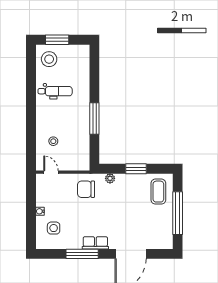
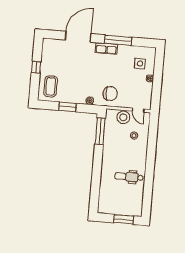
stool: (49, 59) -> (123, 117), moved
window: (94, 119) -> (100, 131), moved
window: (178, 213) -> (36, 67), width x0.32

